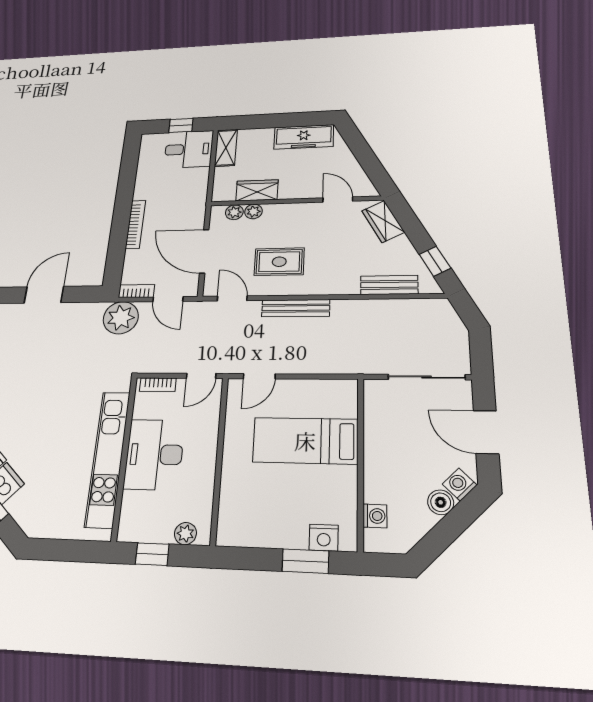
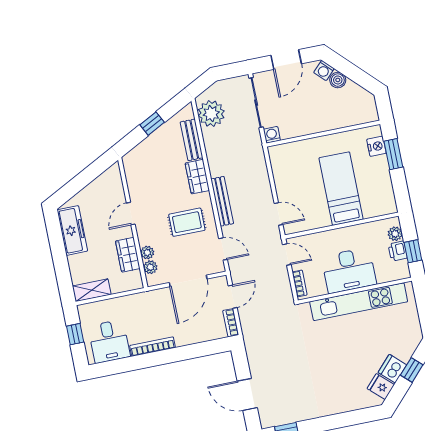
desk: (189, 149) -> (109, 341), moved, turned 180
door: (338, 200) -> (131, 214), moved
wardrobe: (383, 221) -> (197, 177), moved, turned 117
bookcase: (136, 224) -> (153, 347), moved
window: (435, 261) -> (152, 124), moved
rug: (279, 262) -> (187, 222), turned 90
door: (232, 298) -> (223, 249), swing flipped
plant: (121, 318) -> (211, 114), moved
bed: (305, 441) -> (341, 189), moved, turned 180
washing machine: (375, 516) -> (272, 135), moved
printer: (159, 531) -> (398, 251), added

